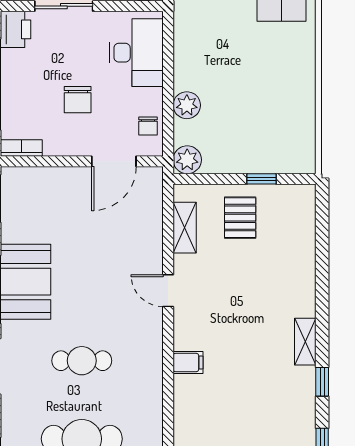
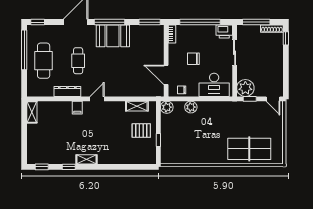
door: (168, 291) -> (97, 99), moved
dresser: (151, 385) -> (67, 91), added

